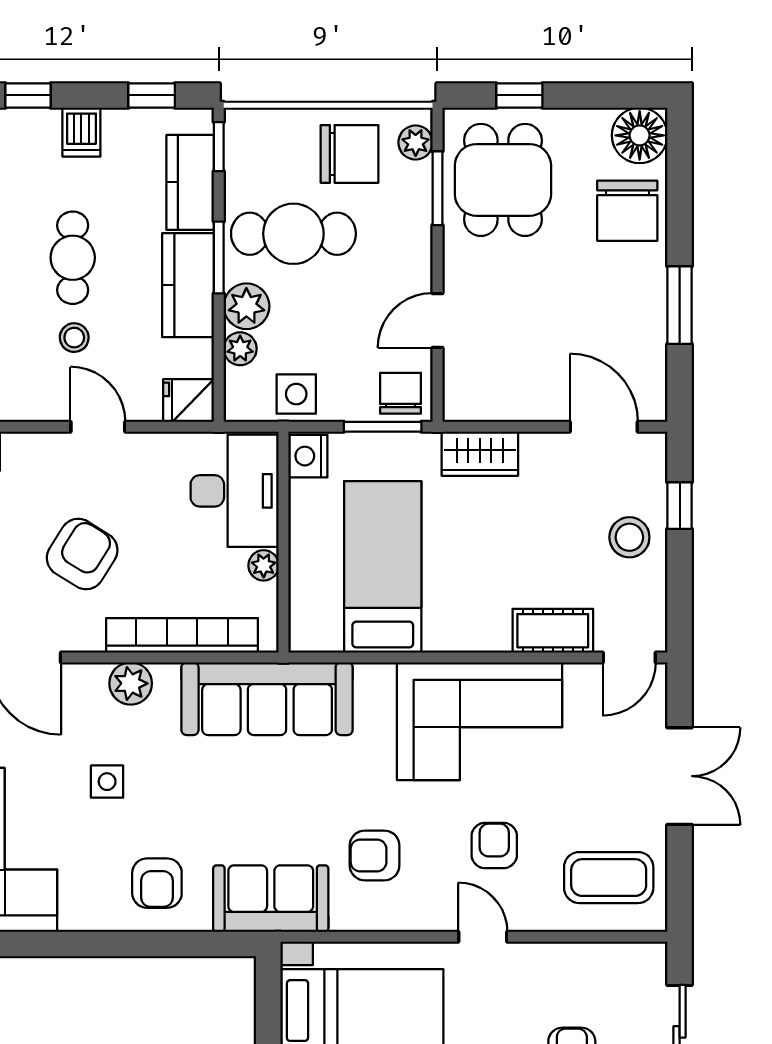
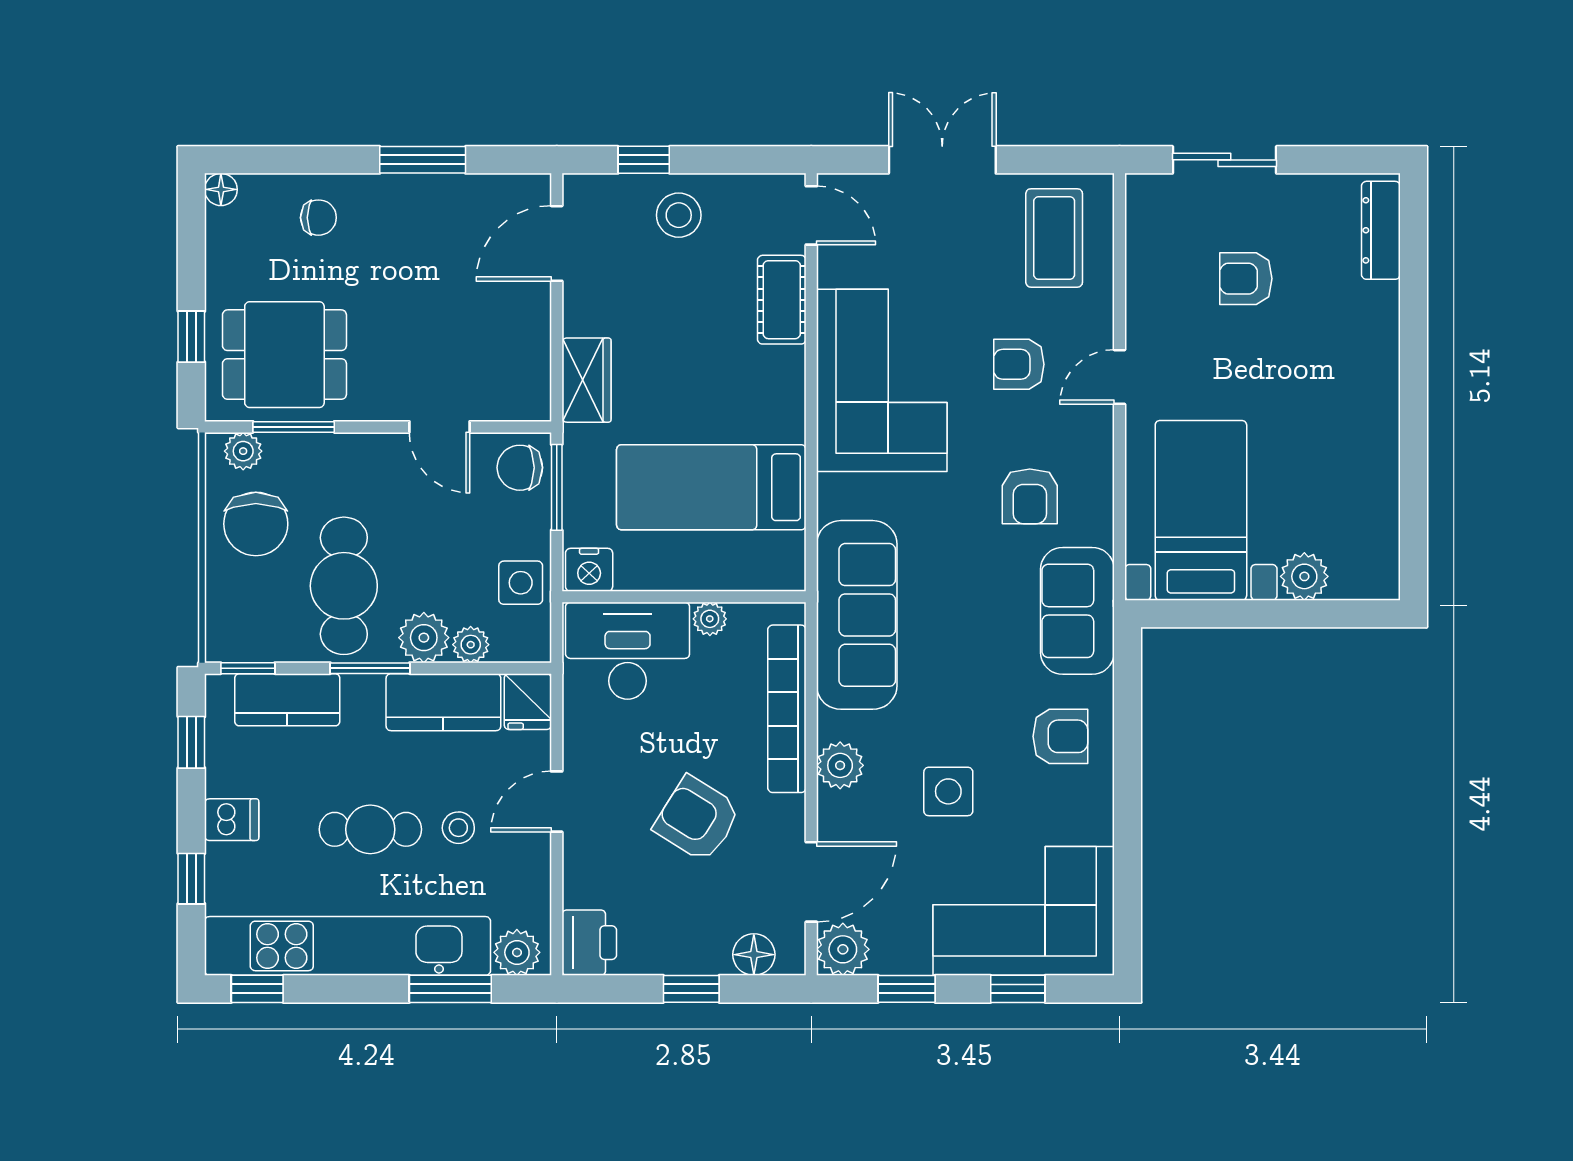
floor lamp: (640, 135) -> (221, 189), width x0.53, depth x0.53
chair: (350, 154) -> (256, 524), turned 180
chair: (627, 211) -> (318, 218), width x0.54, depth x0.54
kitchen counter: (188, 285) -> (443, 702), moved
side table: (107, 782) -> (948, 791), width x1.37, depth x1.37

